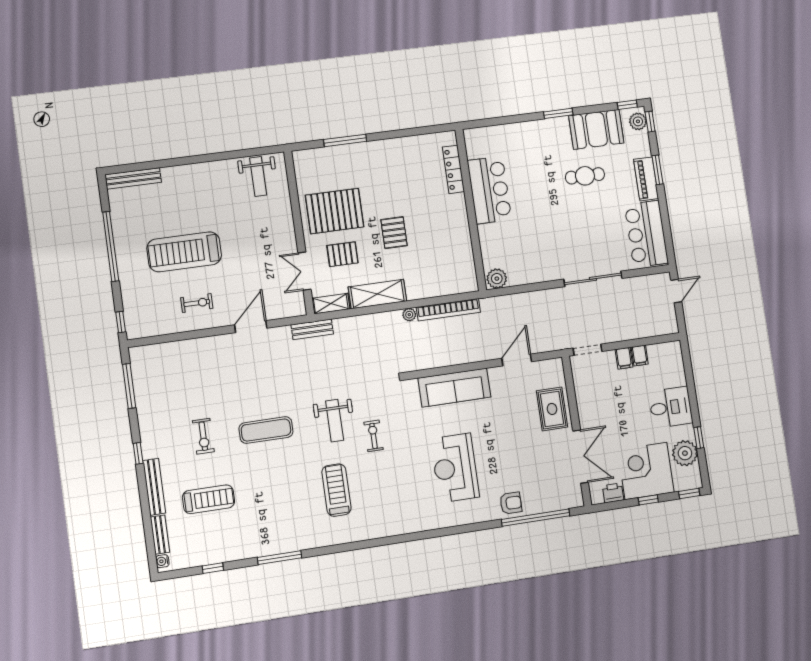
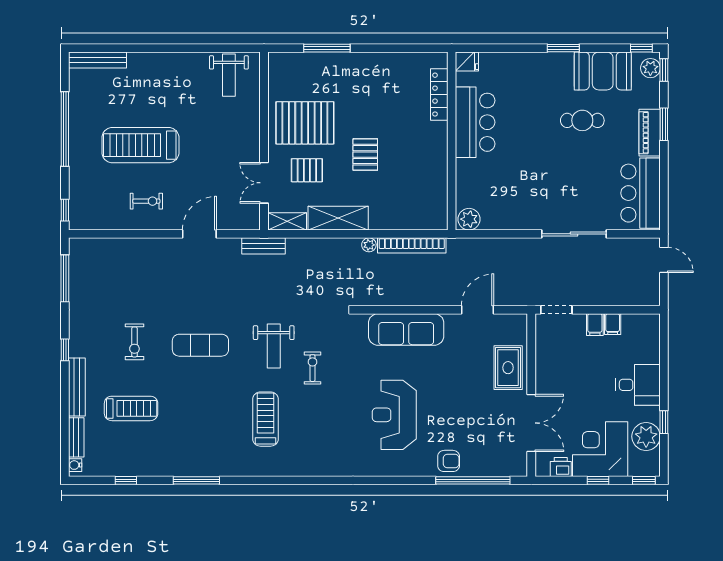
fridge: (474, 136) -> (467, 62), added
door: (676, 291) -> (664, 260), hinge flipped

